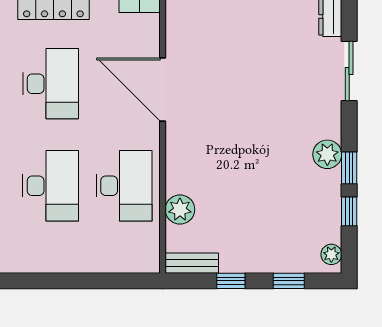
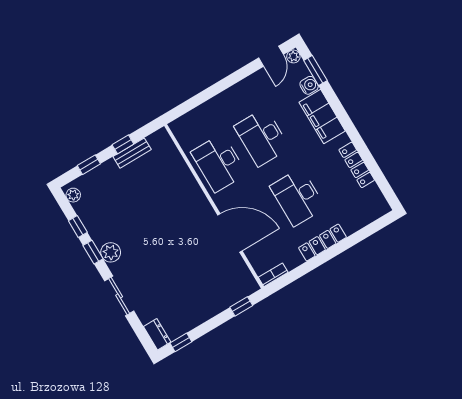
sliding door: (349, 71) -> (119, 296), moved
plant: (180, 210) -> (178, 168), removed
bench: (192, 263) -> (132, 153), moved

